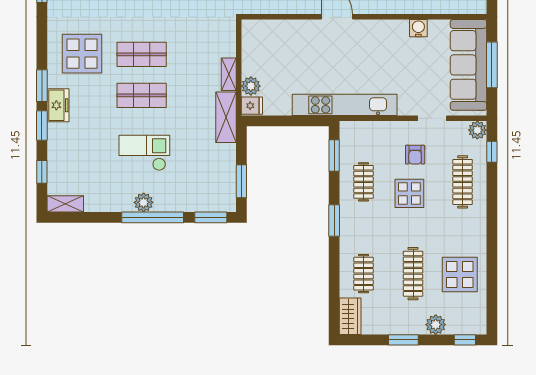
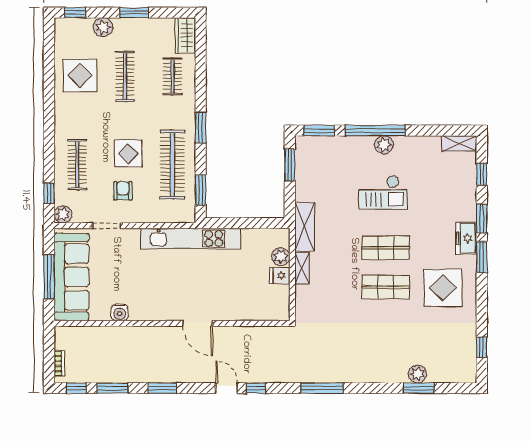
fridge: (252, 106) -> (280, 276), moved
clothes rail: (364, 182) -> (172, 165), width x1.86, depth x1.31

